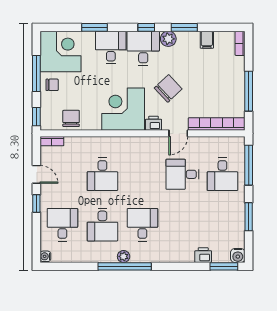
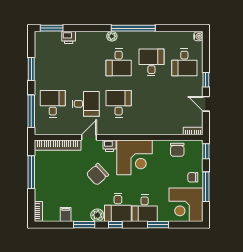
desk: (102, 174) -> (119, 104), moved
water cooler: (238, 255) -> (40, 37), removed
plant: (124, 256) -> (112, 36), moved

